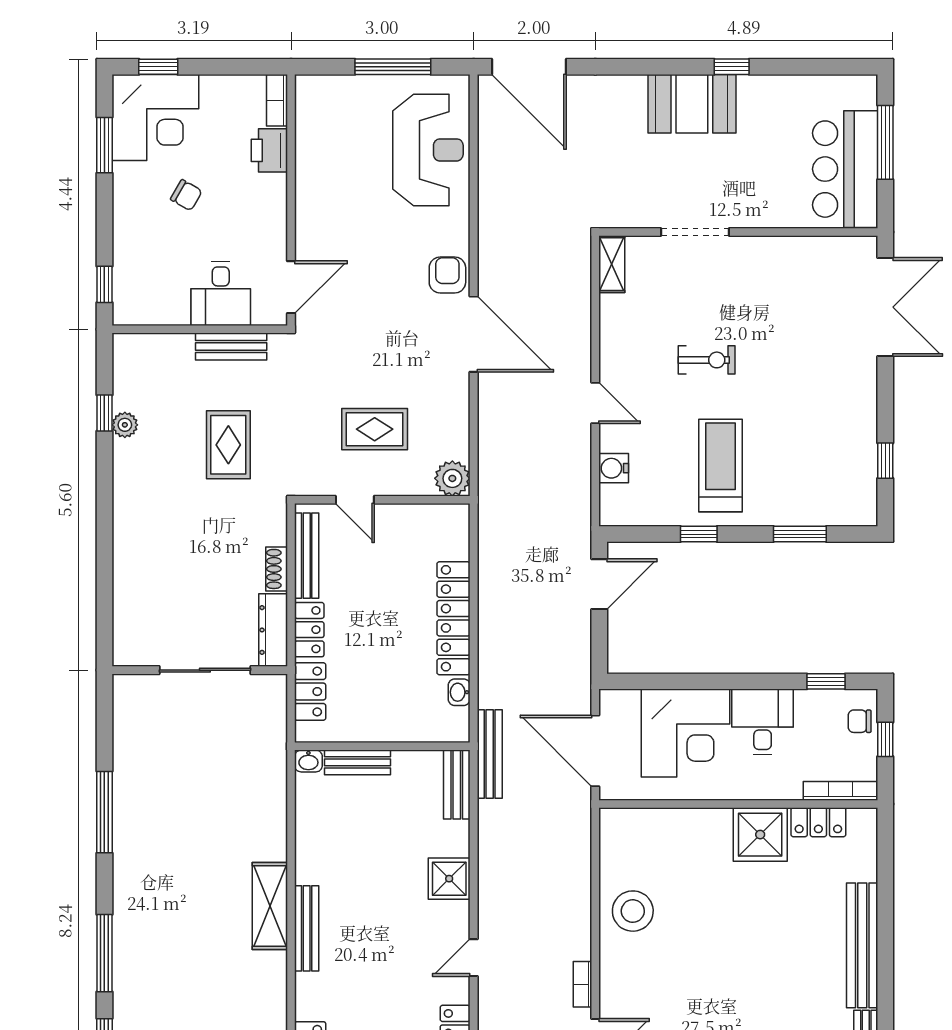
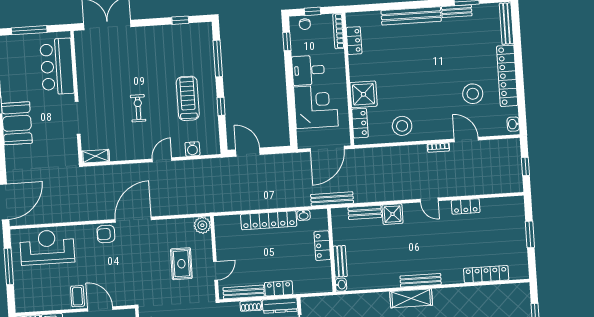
bar counter: (845, 169) -> (57, 67), moved, turned 90
coffee table: (321, 207) -> (77, 296), added
door: (291, 287) -> (100, 309), moved
treadmill: (721, 465) -> (188, 98), turned 90
window: (800, 534) -> (218, 58), width x1.44
locker: (310, 692) -> (322, 246), moved, turned -90
bench: (457, 784) -> (365, 212), moved
locker: (644, 823) -> (360, 123), added
shower: (760, 835) -> (363, 94), moved

